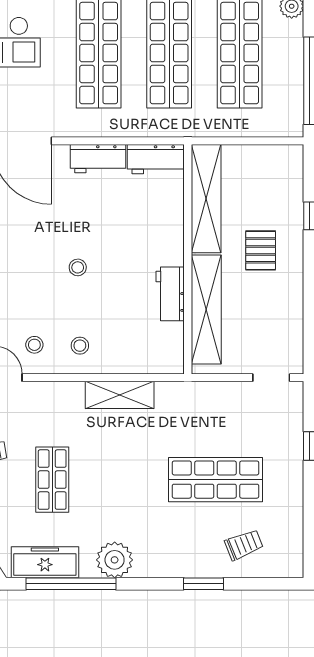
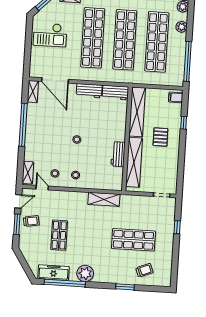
filing cabinet: (289, 161) -> (176, 97), added
shelving: (120, 395) -> (104, 199), moved

